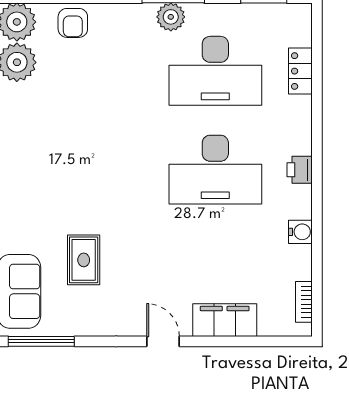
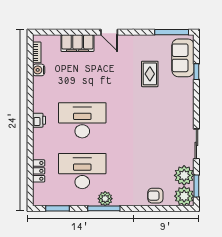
armchair: (73, 23) -> (155, 196), turned -90
water cooler: (300, 232) -> (39, 70), moved

